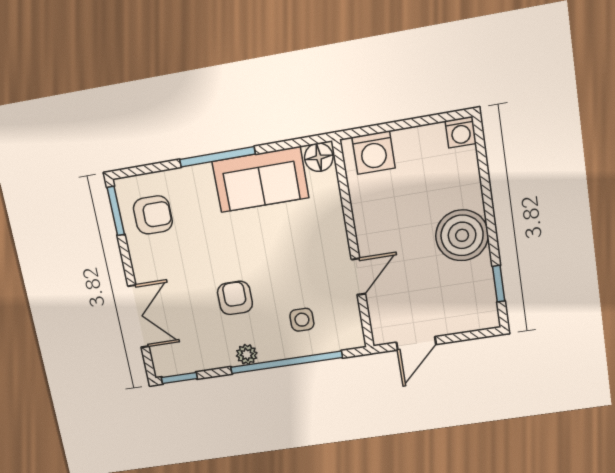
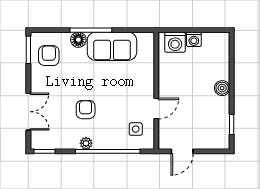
washing machine: (461, 132) -> (194, 39), moved
floor lamp: (319, 157) -> (78, 40), moved
armchair: (153, 215) -> (49, 56), turned -90
boiler: (462, 235) -> (222, 88), width x0.54, depth x0.54
side table: (302, 320) -> (136, 129), moved

